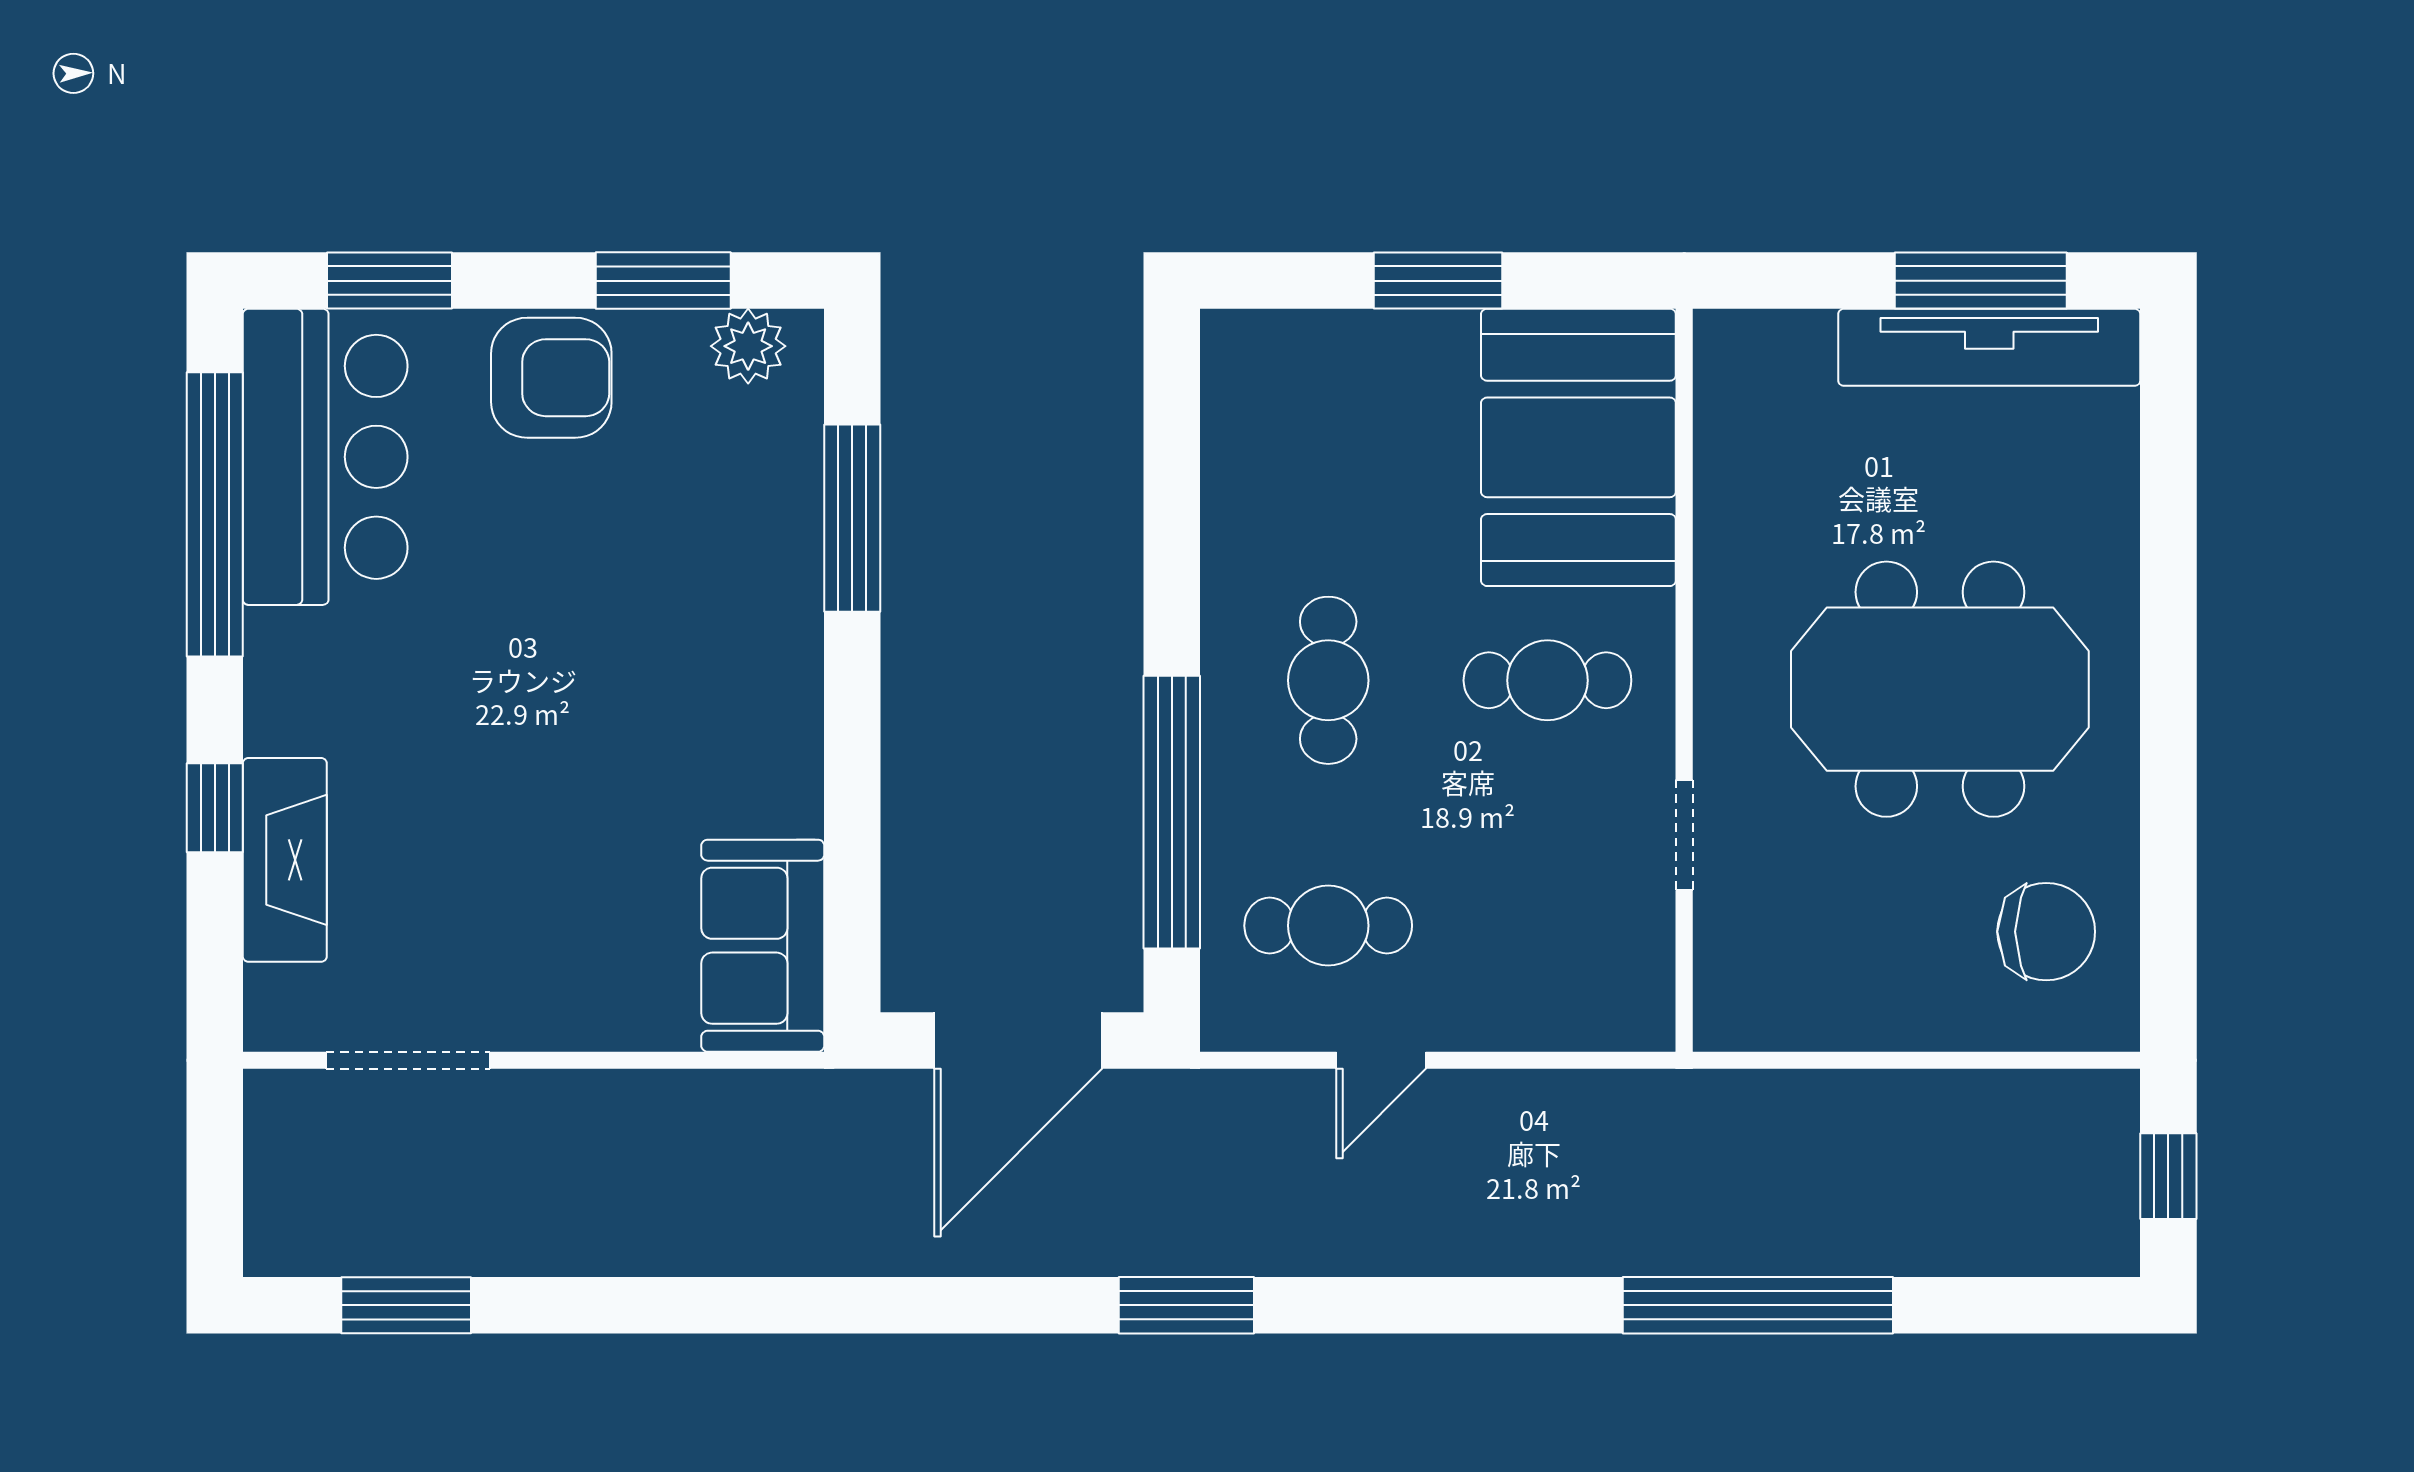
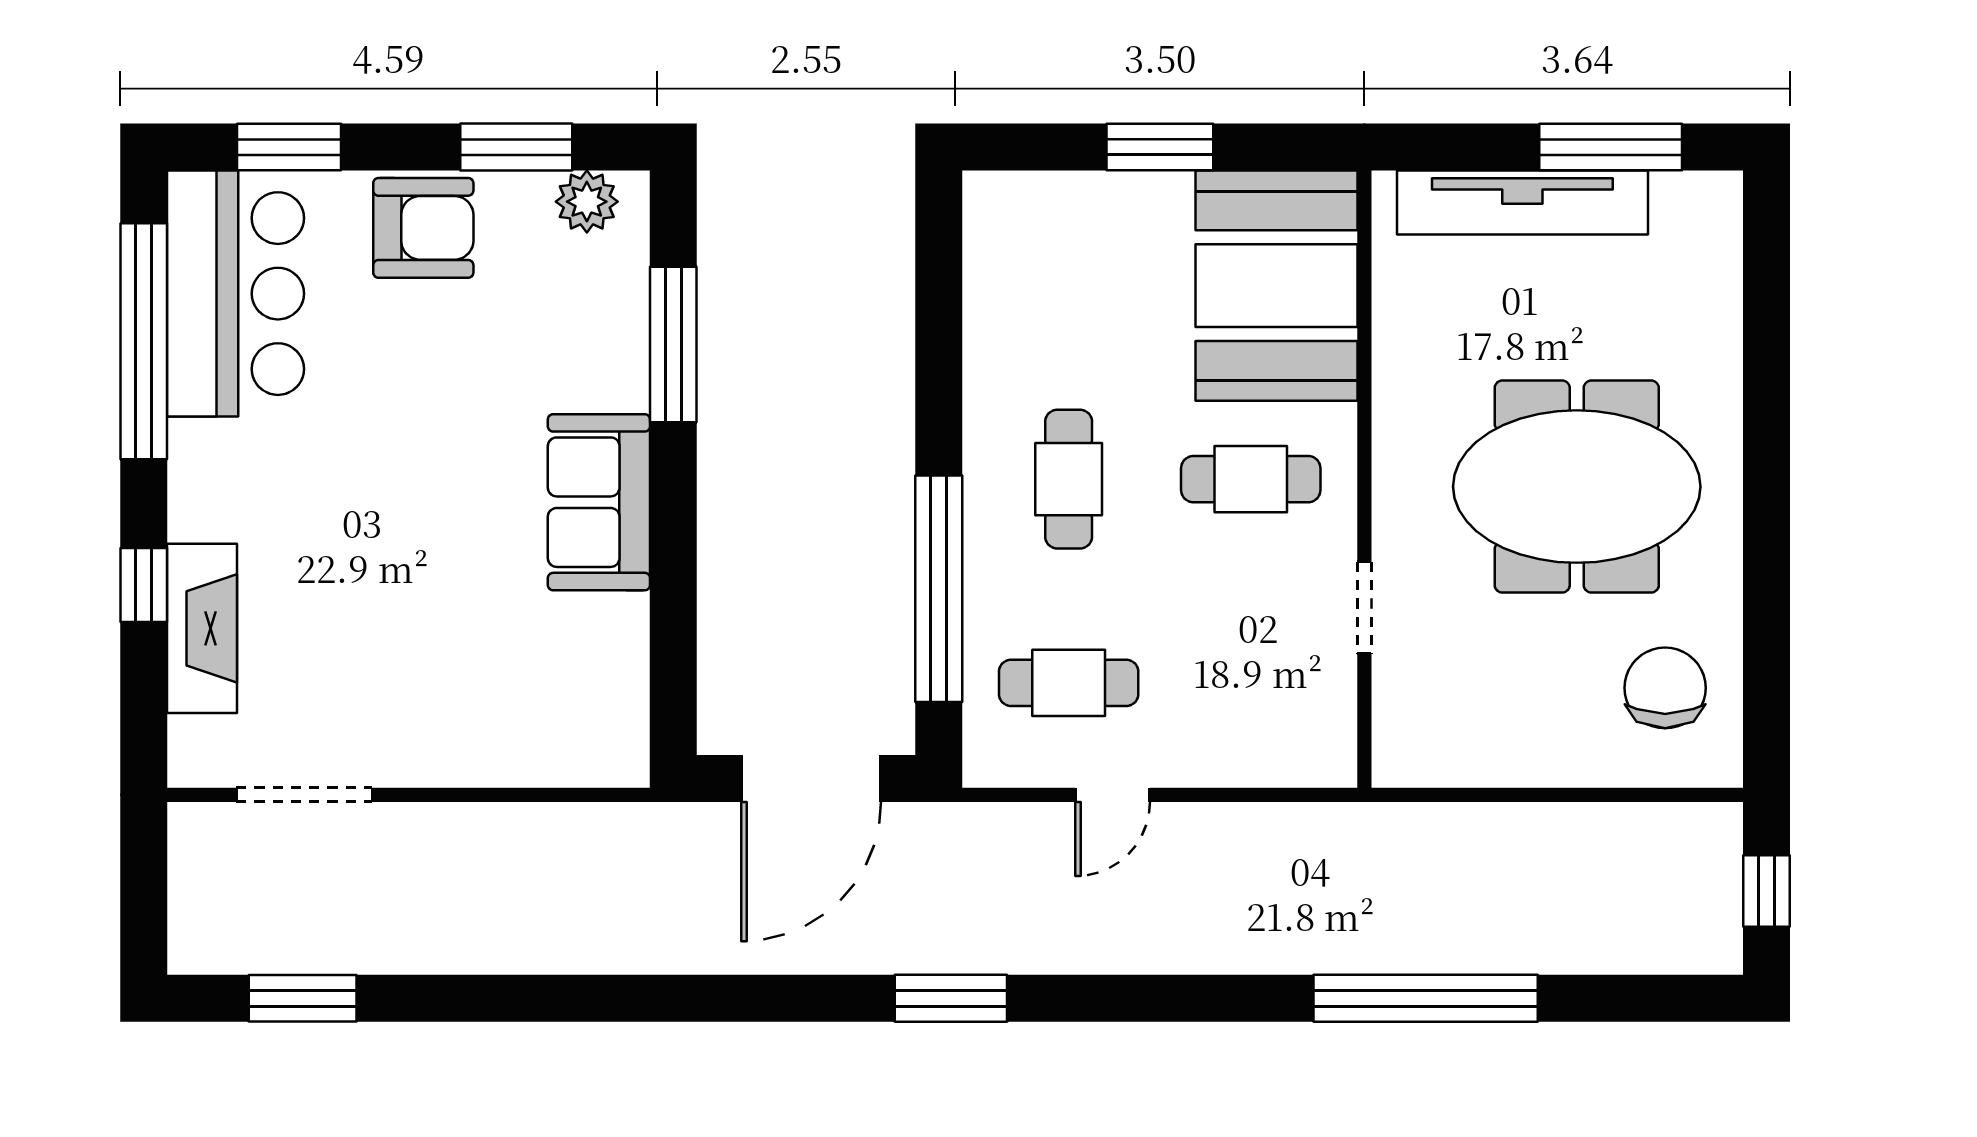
tv unit: (1989, 347) -> (1522, 203), moved
chair: (2046, 932) -> (1665, 688), turned -90
sofa: (763, 946) -> (599, 502), moved

